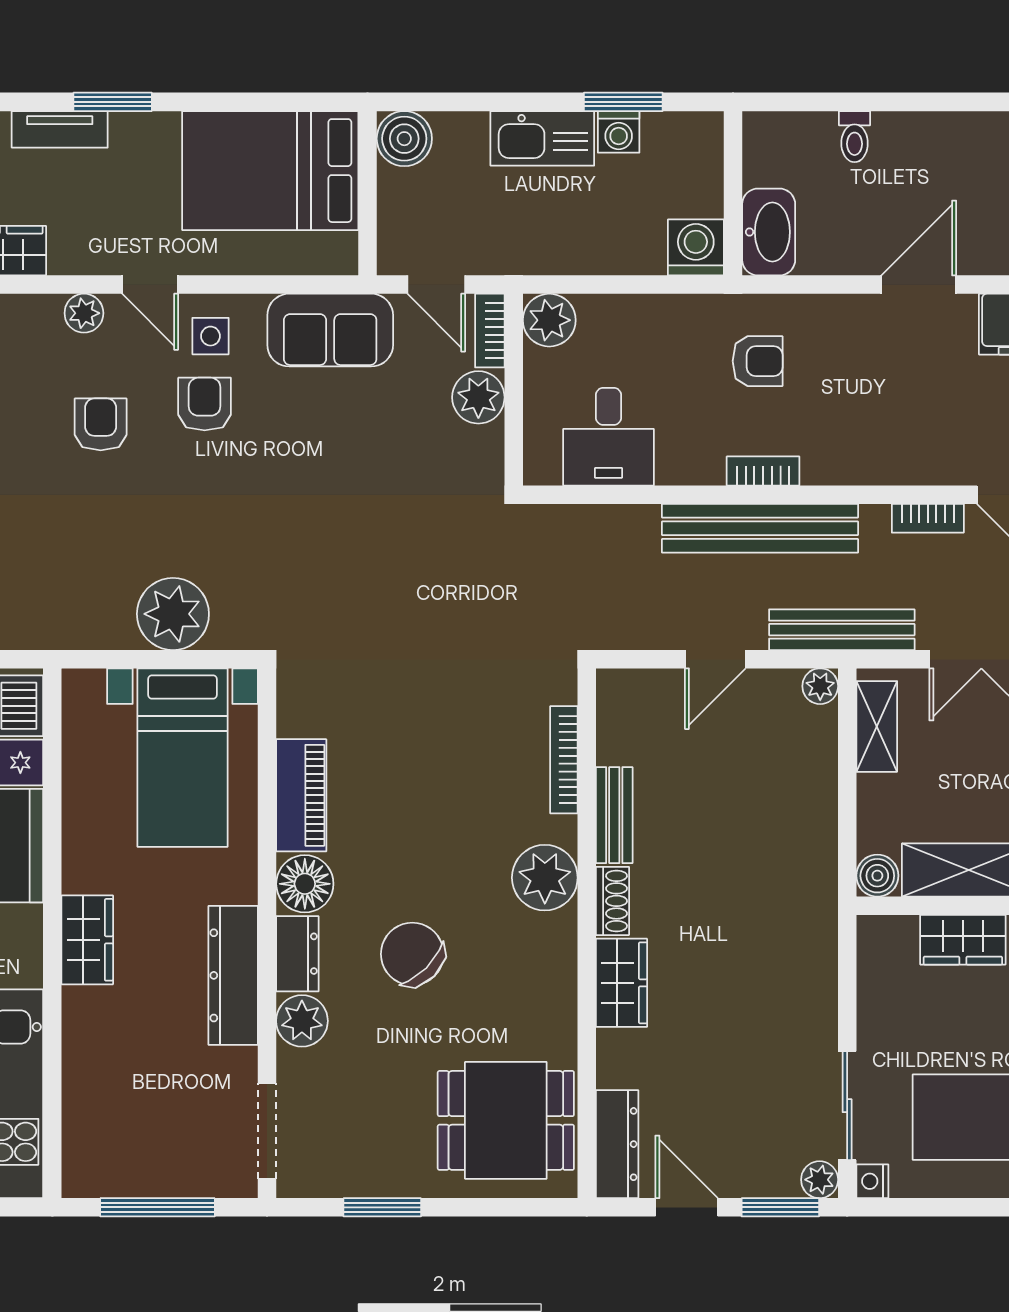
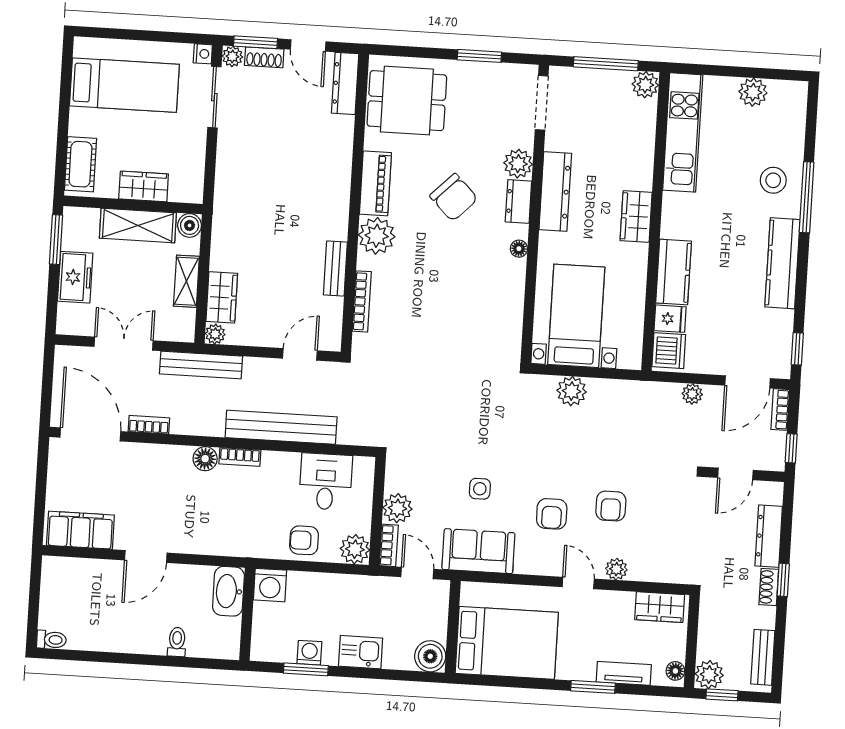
kitchen sink: (542, 138) -> (361, 652), width x0.73
side table: (210, 336) -> (480, 489), moved
armchair: (758, 361) -> (304, 540), moved
floor lamp: (824, 464) -> (205, 459), added
bench: (760, 528) -> (281, 427), moved
plant: (173, 614) -> (572, 391), width x0.73, depth x0.73
door: (715, 659) -> (300, 354), moved
shelving: (877, 726) -> (186, 281), moved
piano: (301, 795) -> (375, 183), moved, turned 180
floor lamp: (305, 884) -> (519, 249), width x0.53, depth x0.53
shoe rack: (612, 901) -> (264, 57), moved, turned -90
wardrobe: (621, 983) -> (222, 297), moved, turned 180
plant: (85, 1174) -> (645, 85), added

